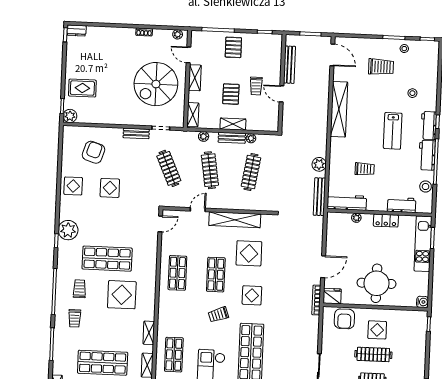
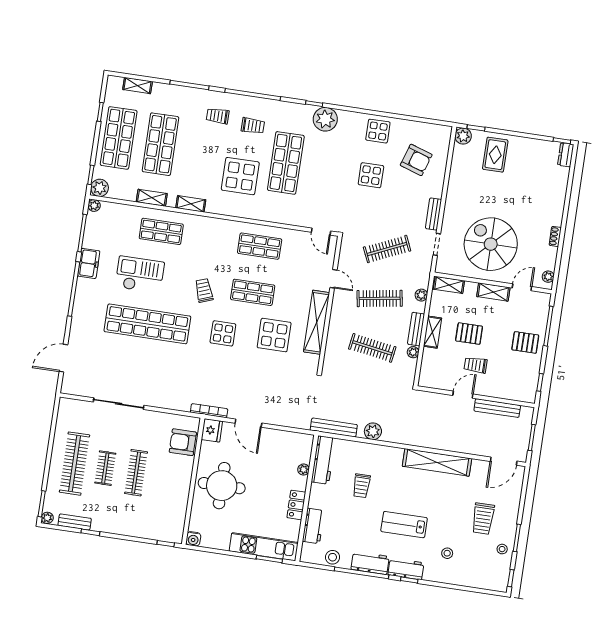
display table: (377, 330) -> (165, 480), removed

